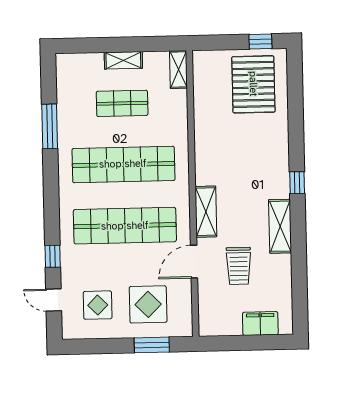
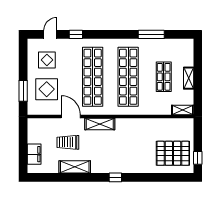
shelving: (280, 226) -> (75, 167), moved

